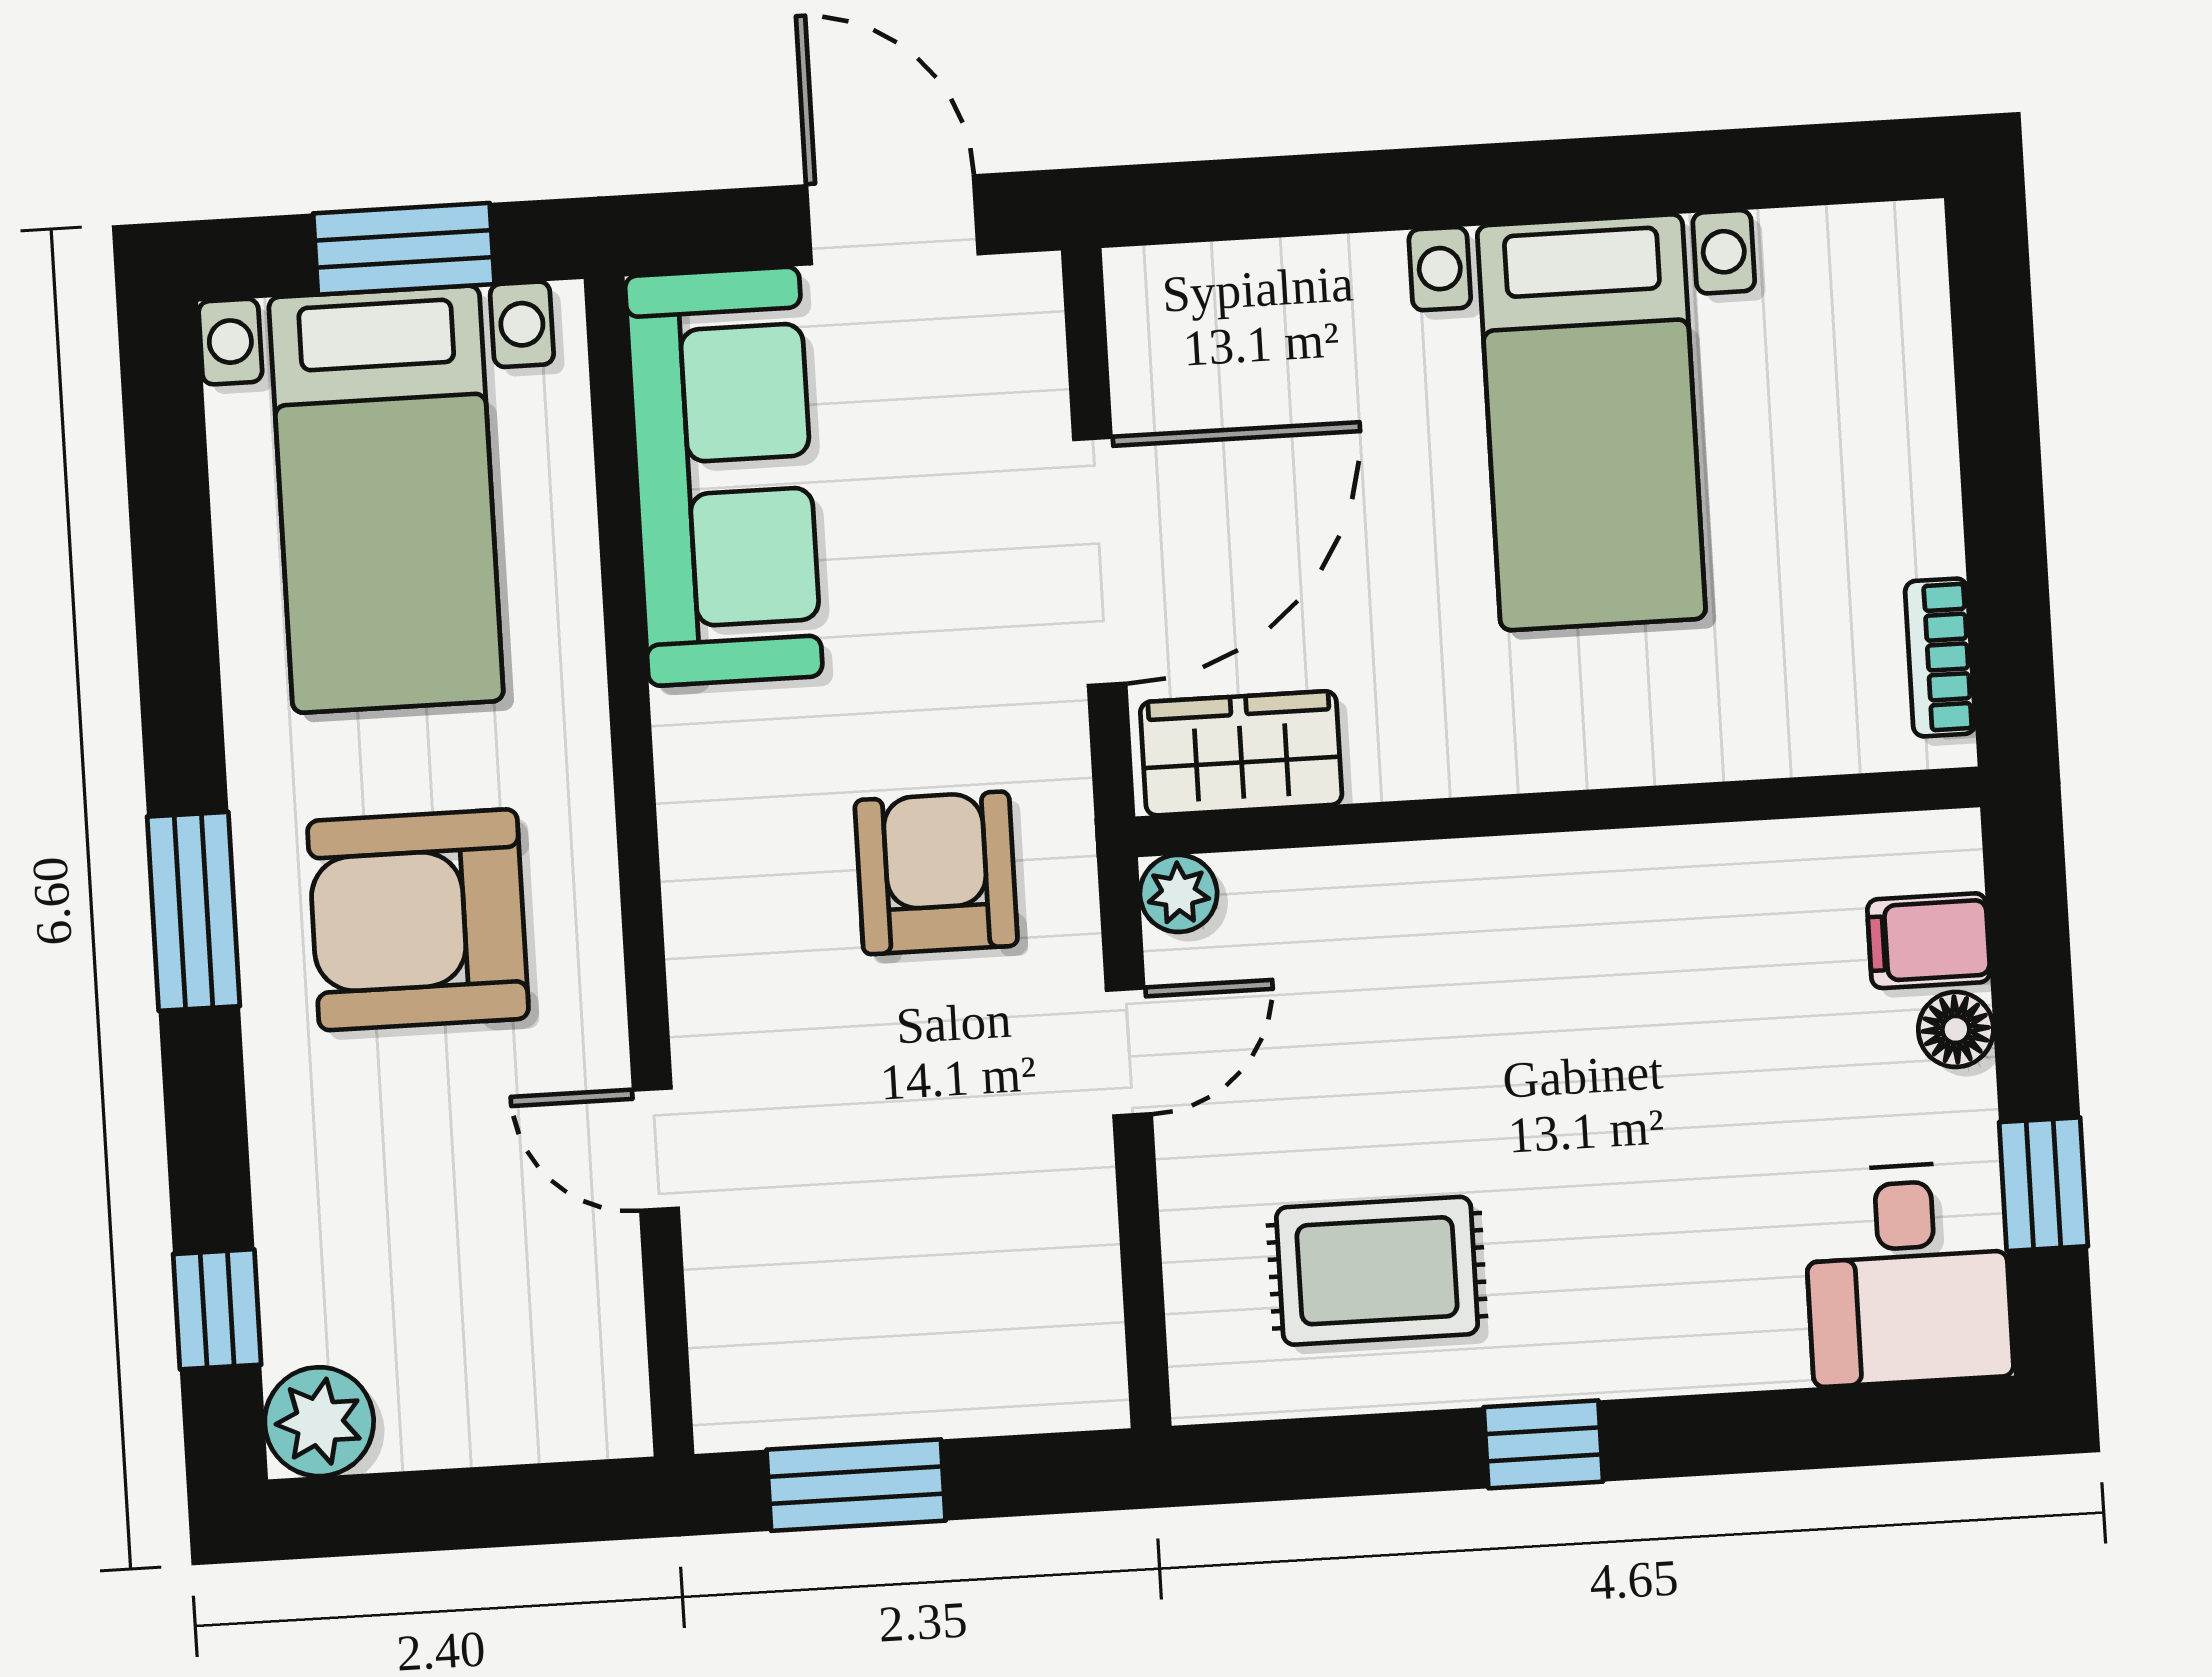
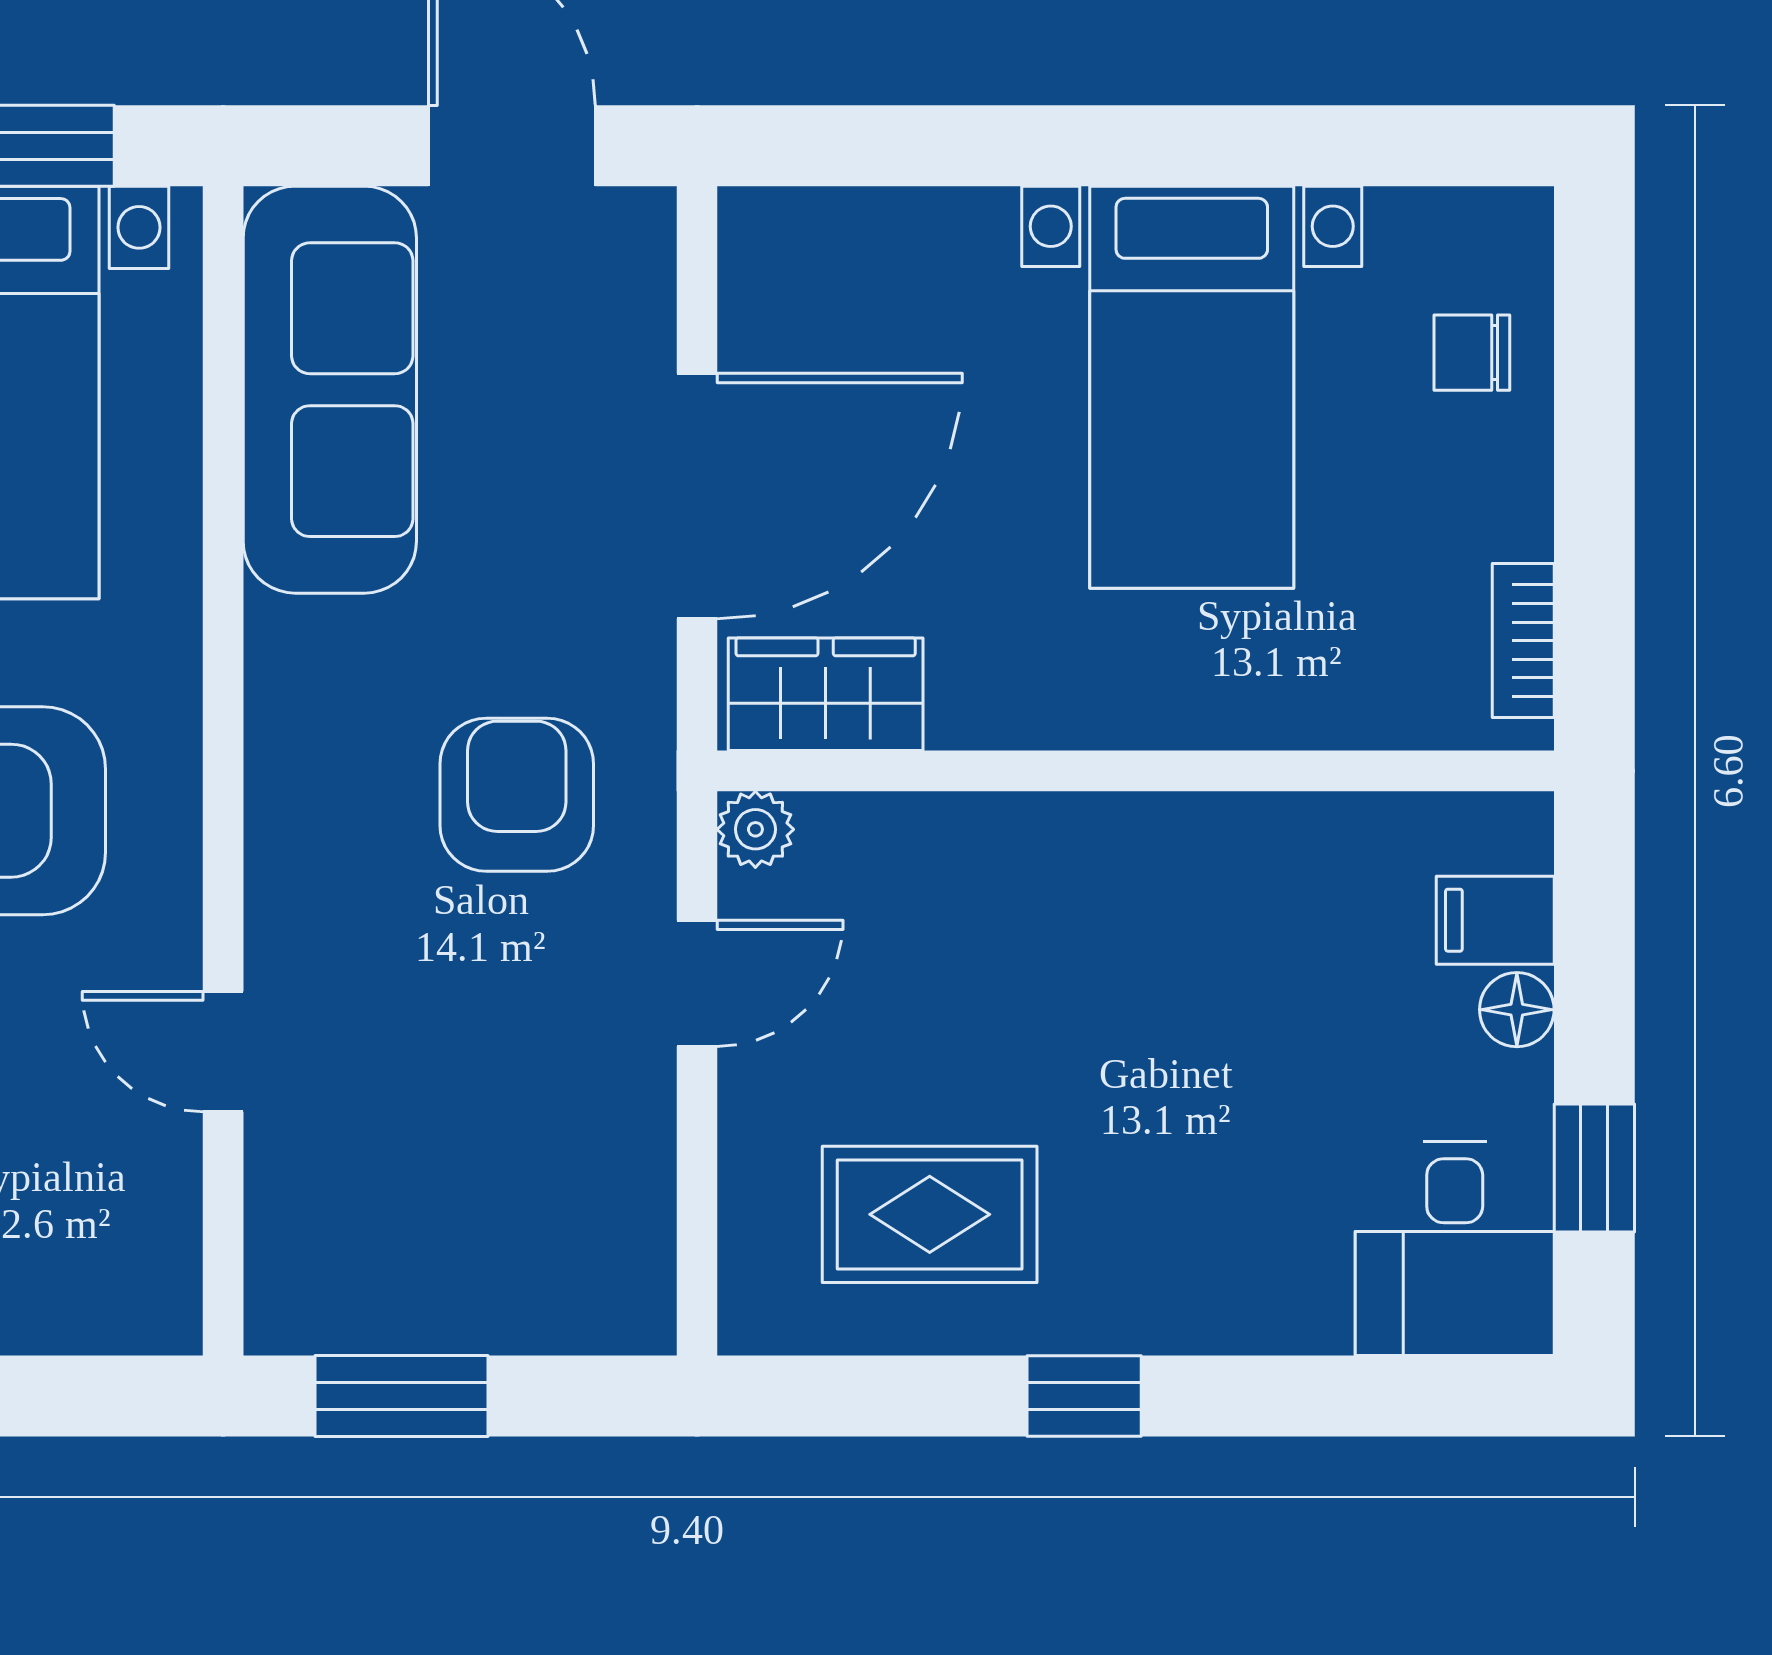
chair: (1871, 371) -> (1472, 353), added

